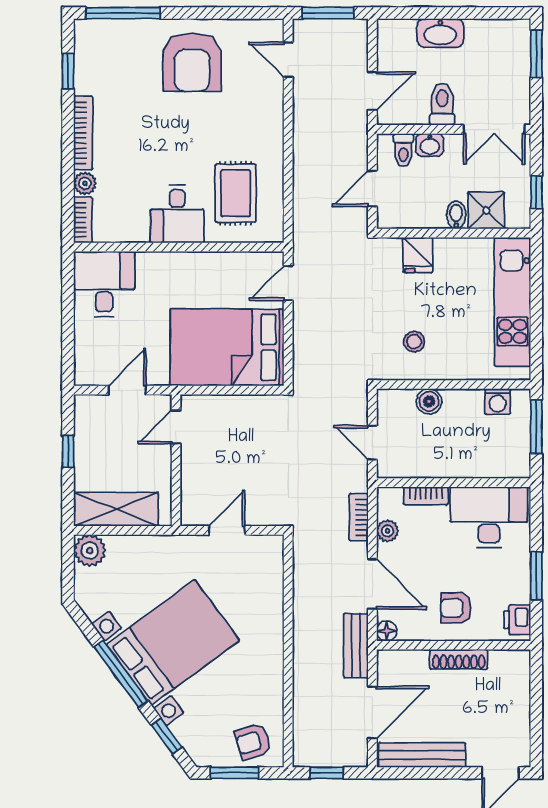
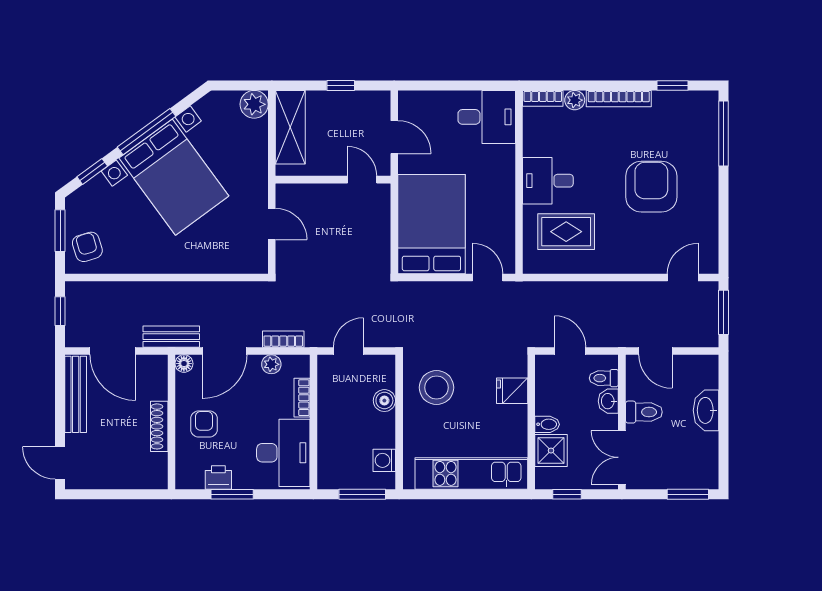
armchair: (192, 62) -> (651, 187), moved, turned 90
stool: (414, 342) -> (437, 388), width x1.89, depth x1.89
printer: (517, 620) -> (218, 478), moved

